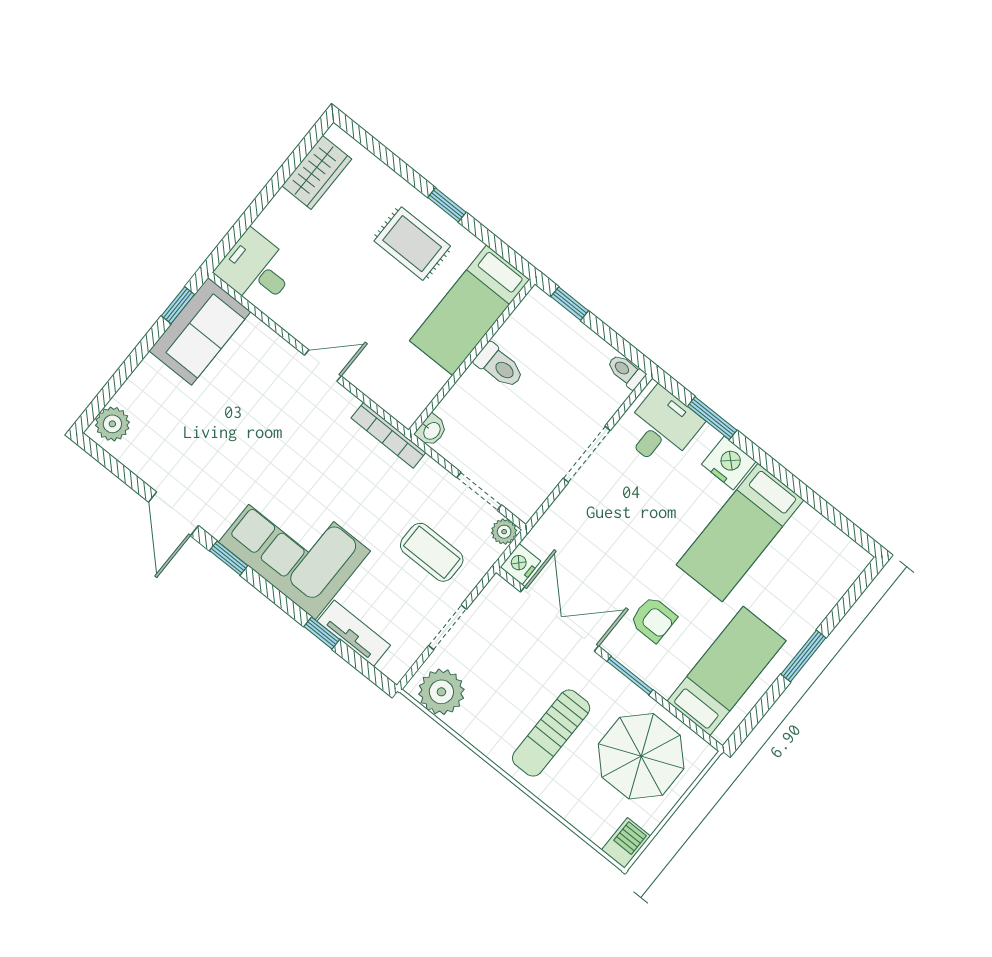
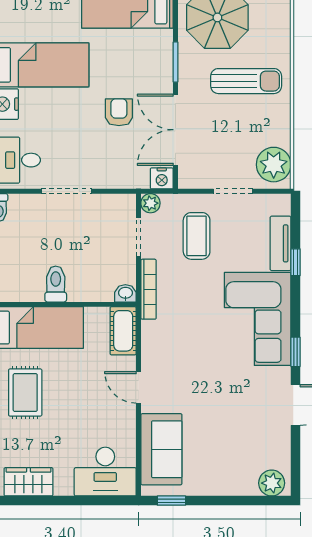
desk: (256, 269) -> (105, 472), width x1.37
sofa: (200, 331) -> (161, 449), moved, turned 90
cot: (394, 397) -> (123, 331), added
bookcase: (388, 435) -> (149, 289), moved
armchair: (653, 619) -> (119, 112), moved

